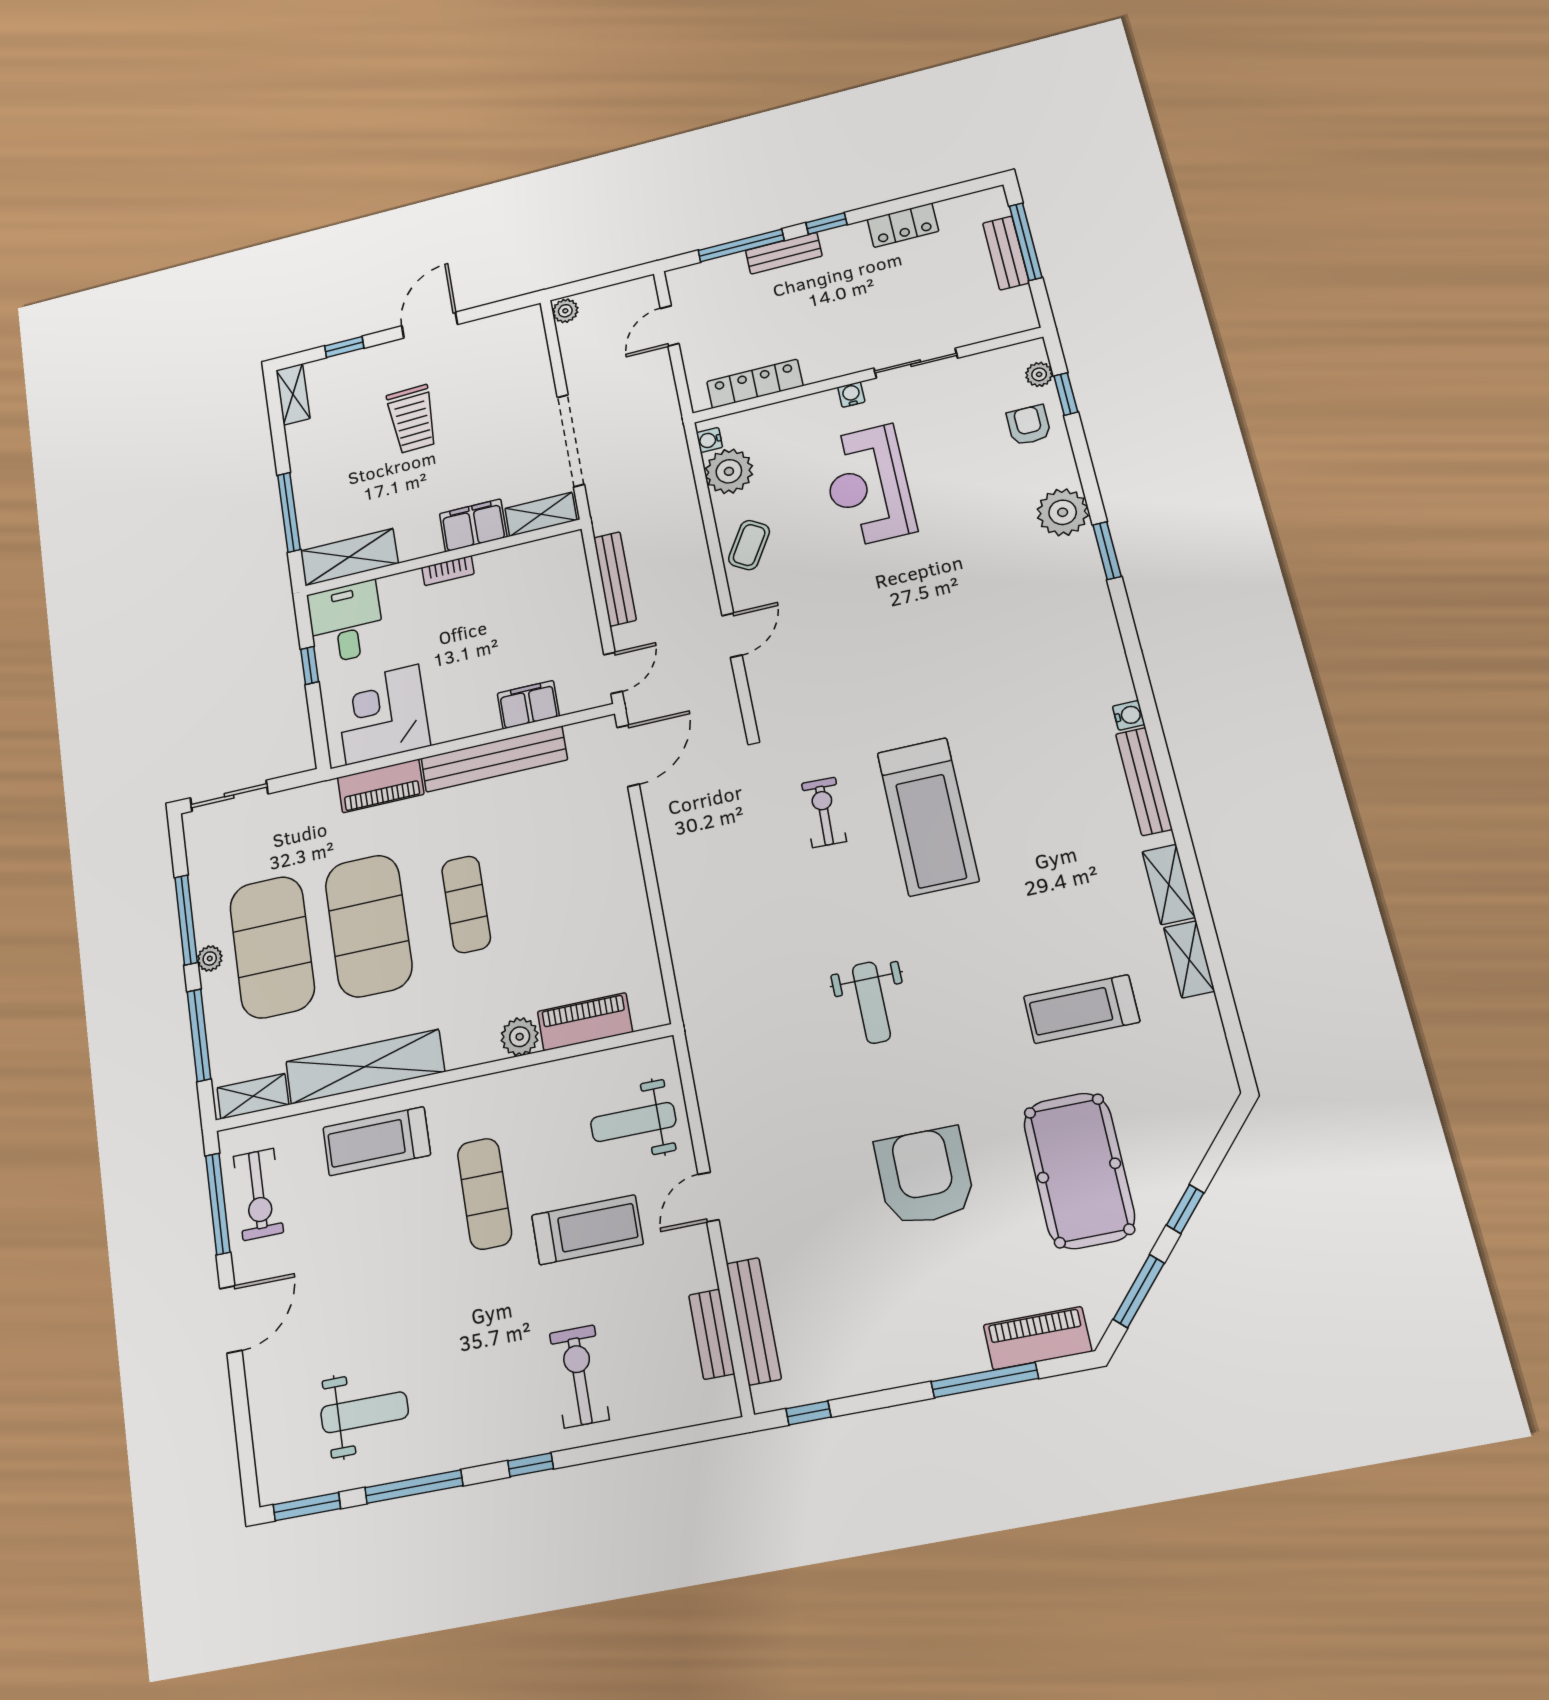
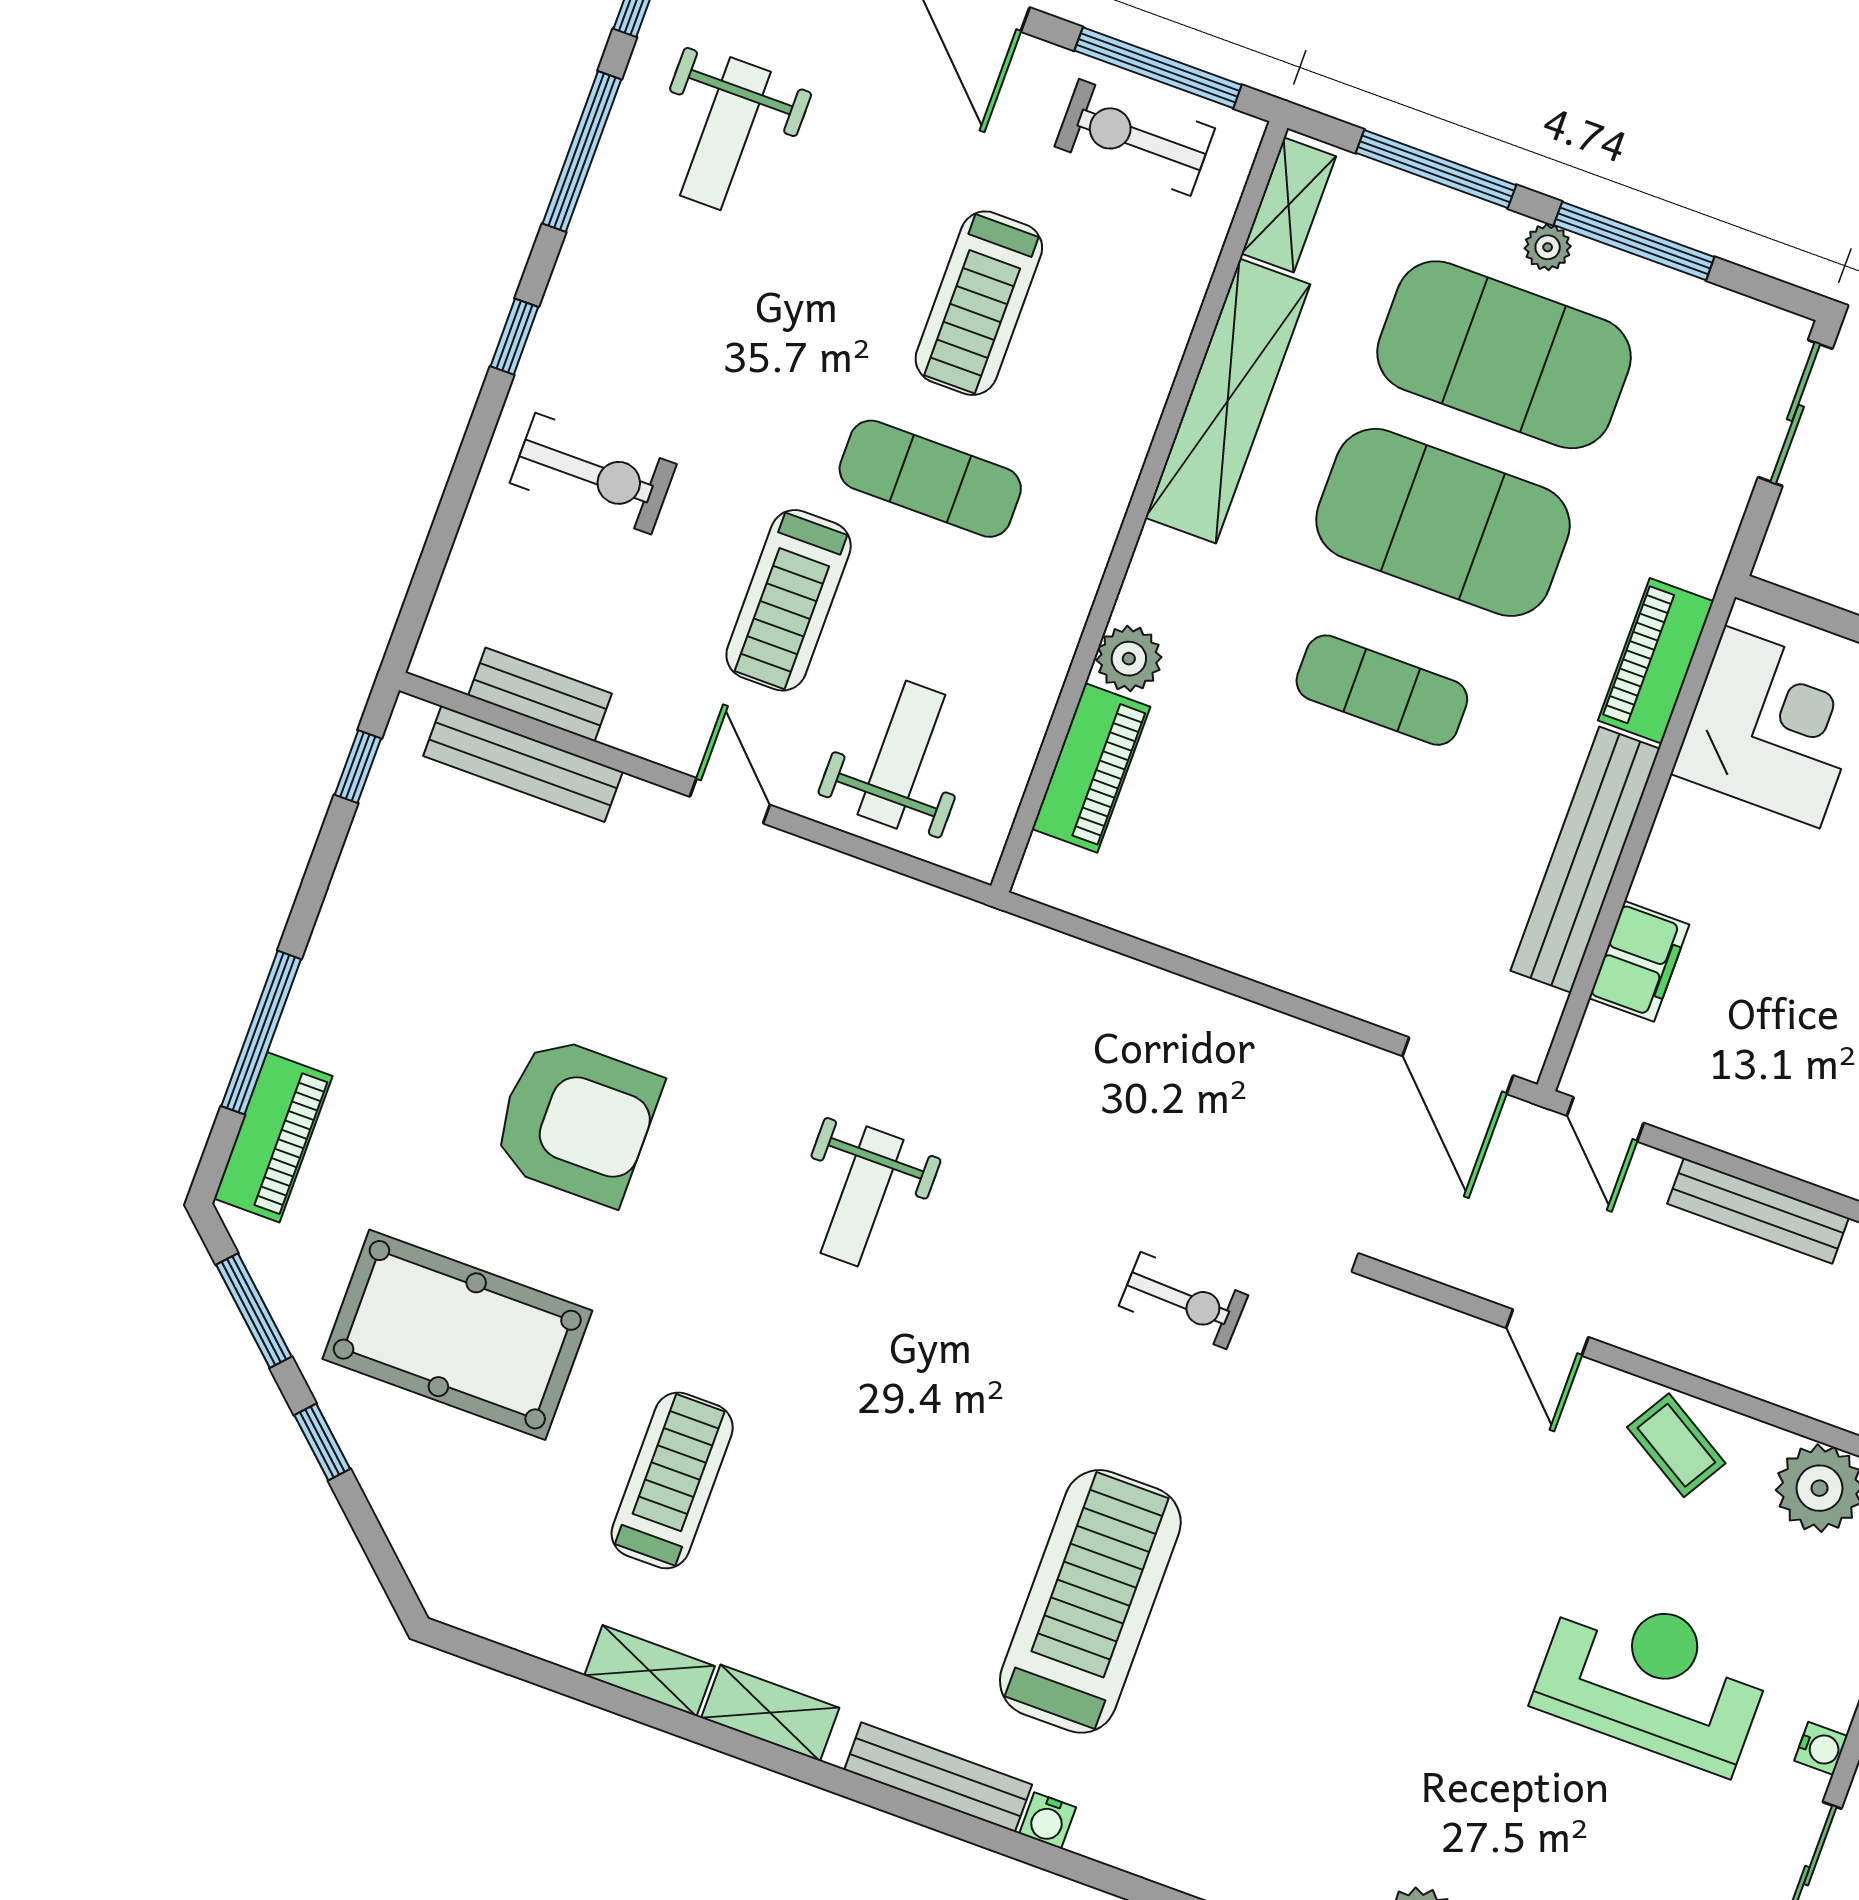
treadmill: (928, 817) -> (1090, 1601), moved, turned 90
weight bench: (871, 1003) -> (862, 1196), turned -90
treadmill: (377, 1141) -> (979, 303), moved, turned 180

